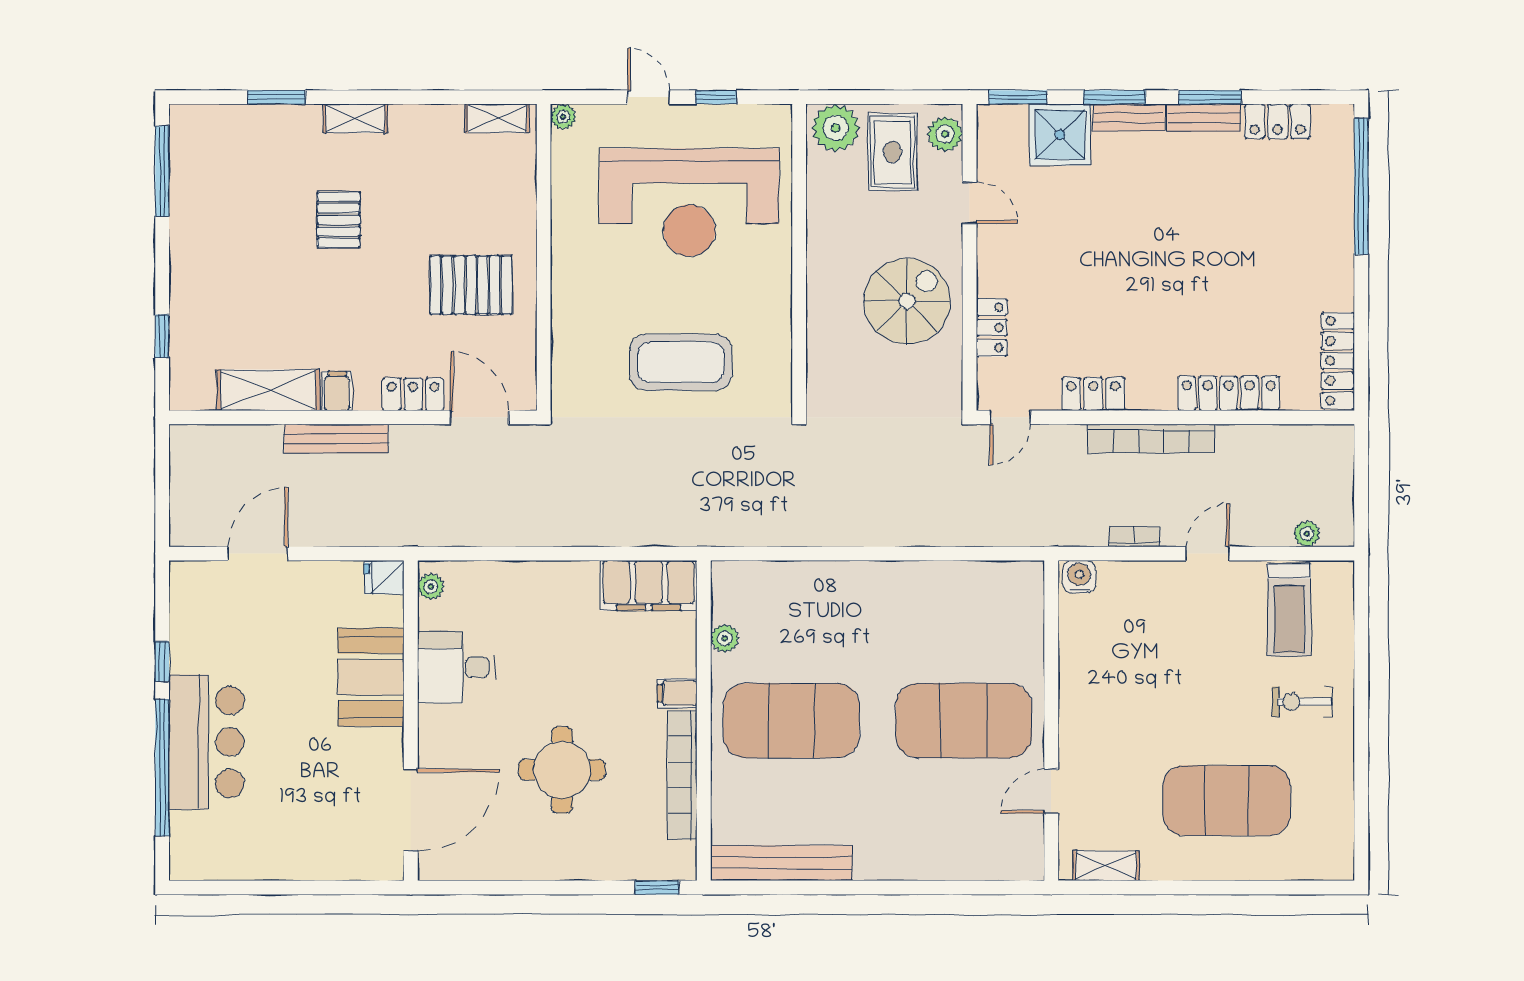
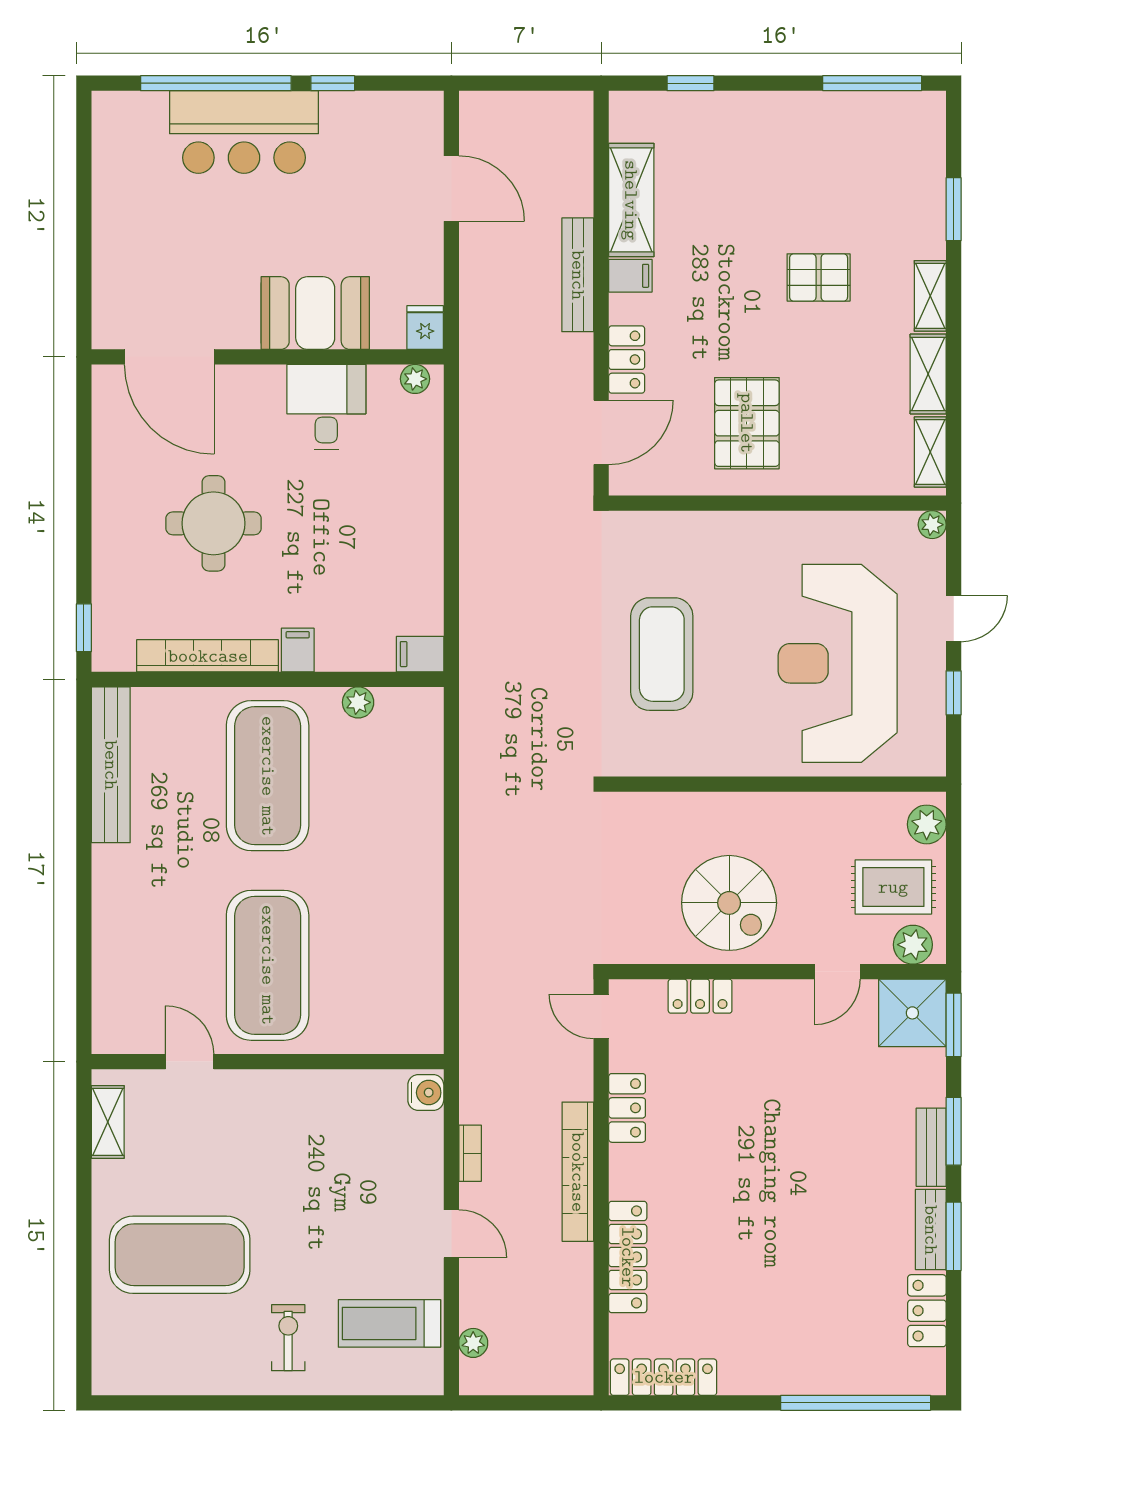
shelving: (426, 120) -> (928, 374), added
plant: (836, 128) -> (927, 824), width x0.73, depth x0.73
shower: (1060, 135) -> (912, 1013), moved
filing cabinet: (649, 586) -> (420, 654), width x0.33, depth x0.86
exercise mat: (1227, 800) -> (180, 1255), turned 90

